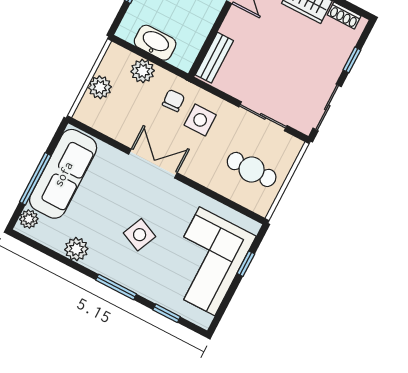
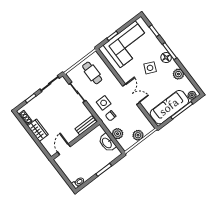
double door: (153, 163) -> (131, 94), swing flipped
floor lamp: (117, 271) -> (166, 58), added

